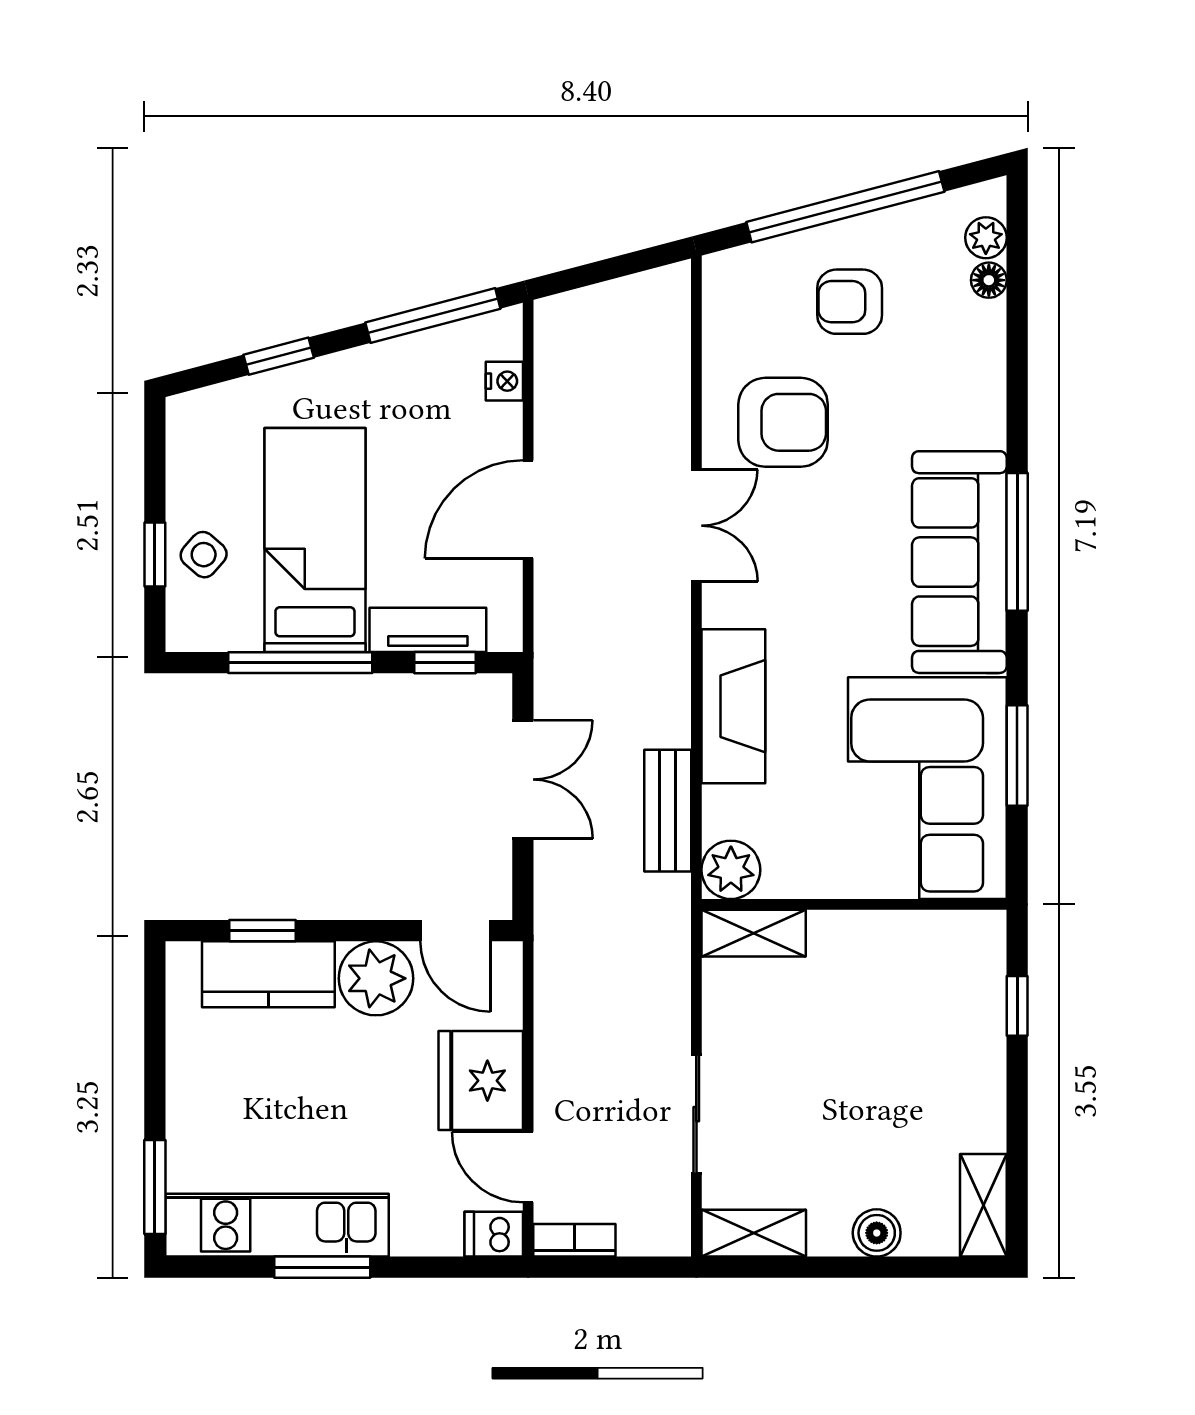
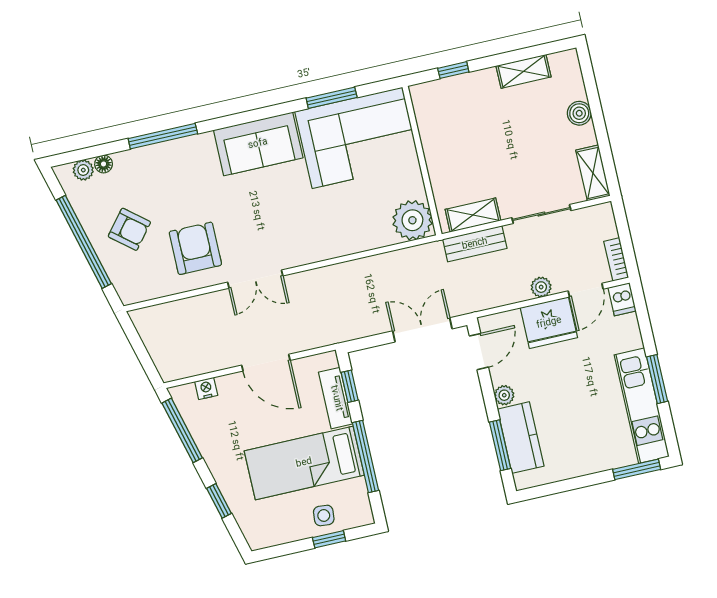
armchair: (850, 302) -> (129, 229), turned -51
double door: (696, 526) -> (255, 279), swing flipped
window: (1017, 542) -> (163, 136), moved
side table: (204, 555) -> (324, 515), turned -37
sofa: (959, 562) -> (258, 144), width x0.73
fireplace: (733, 706) -> (339, 241), removed
double door: (523, 779) -> (422, 330), moved
bench: (668, 811) -> (475, 244), moved
plant: (731, 870) -> (412, 220), width x1.36, depth x1.36
window: (263, 931) -> (500, 445), width x1.50
shelving: (754, 933) -> (473, 215), moved, turned 90
plant: (376, 978) -> (504, 395), width x0.53, depth x0.53
plant: (554, 1081) -> (541, 287), added
shelving: (983, 1205) -> (523, 71), moved

